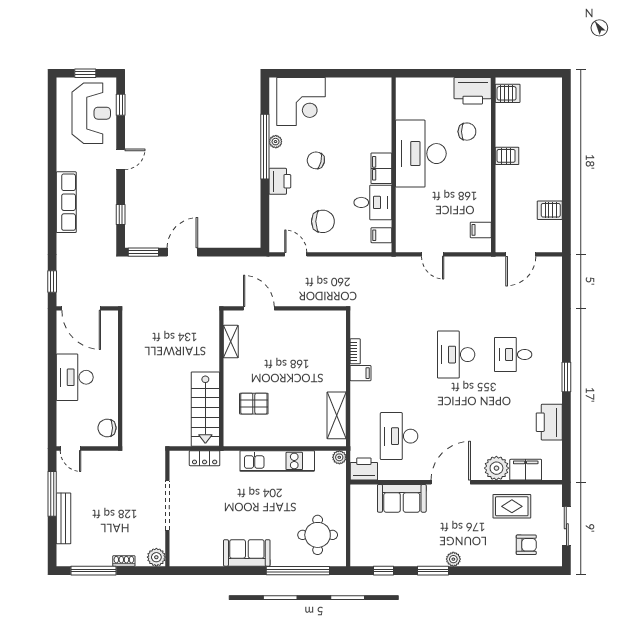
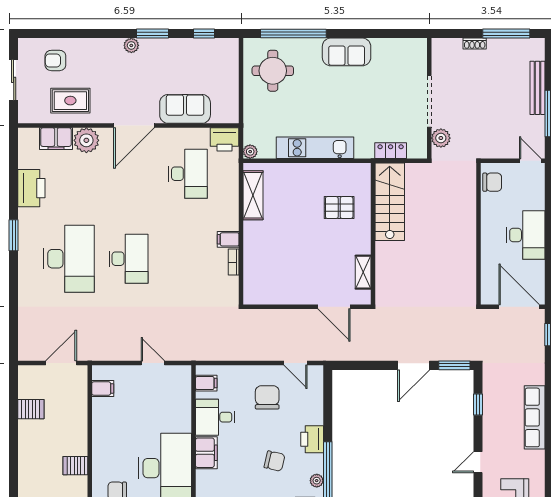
chair: (323, 221) -> (267, 397), turned 90
desk: (513, 355) -> (69, 259), width x1.87, depth x1.30
plant: (156, 557) -> (441, 138), moved

